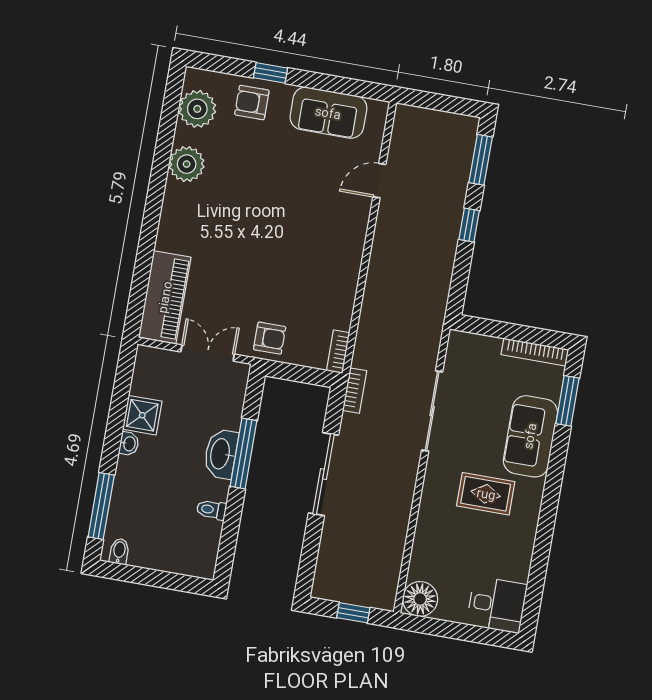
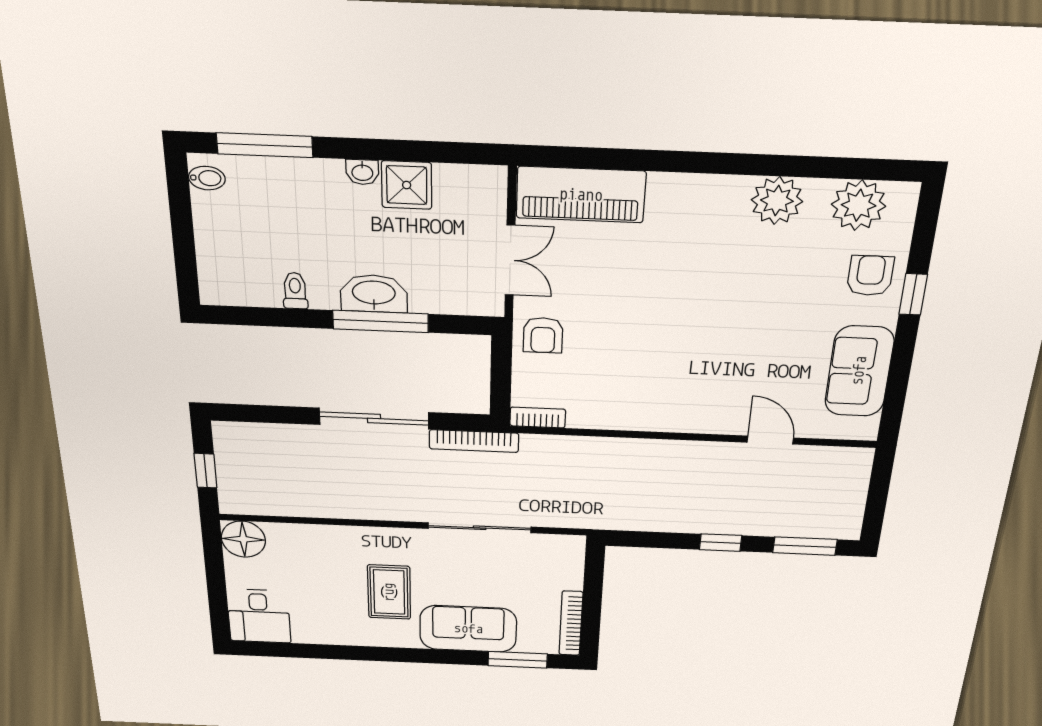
bookcase: (355, 391) -> (474, 441), width x1.56

